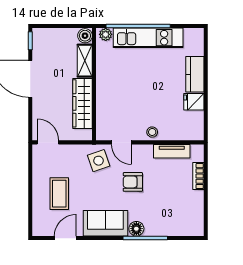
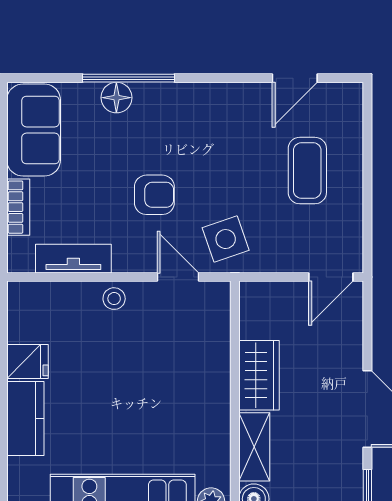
wardrobe: (82, 103) -> (259, 375), width x0.67
door: (48, 142) -> (331, 277), hinge flipped
sofa: (105, 223) -> (34, 130), moved, turned -90
floor lamp: (136, 229) -> (116, 98), moved

